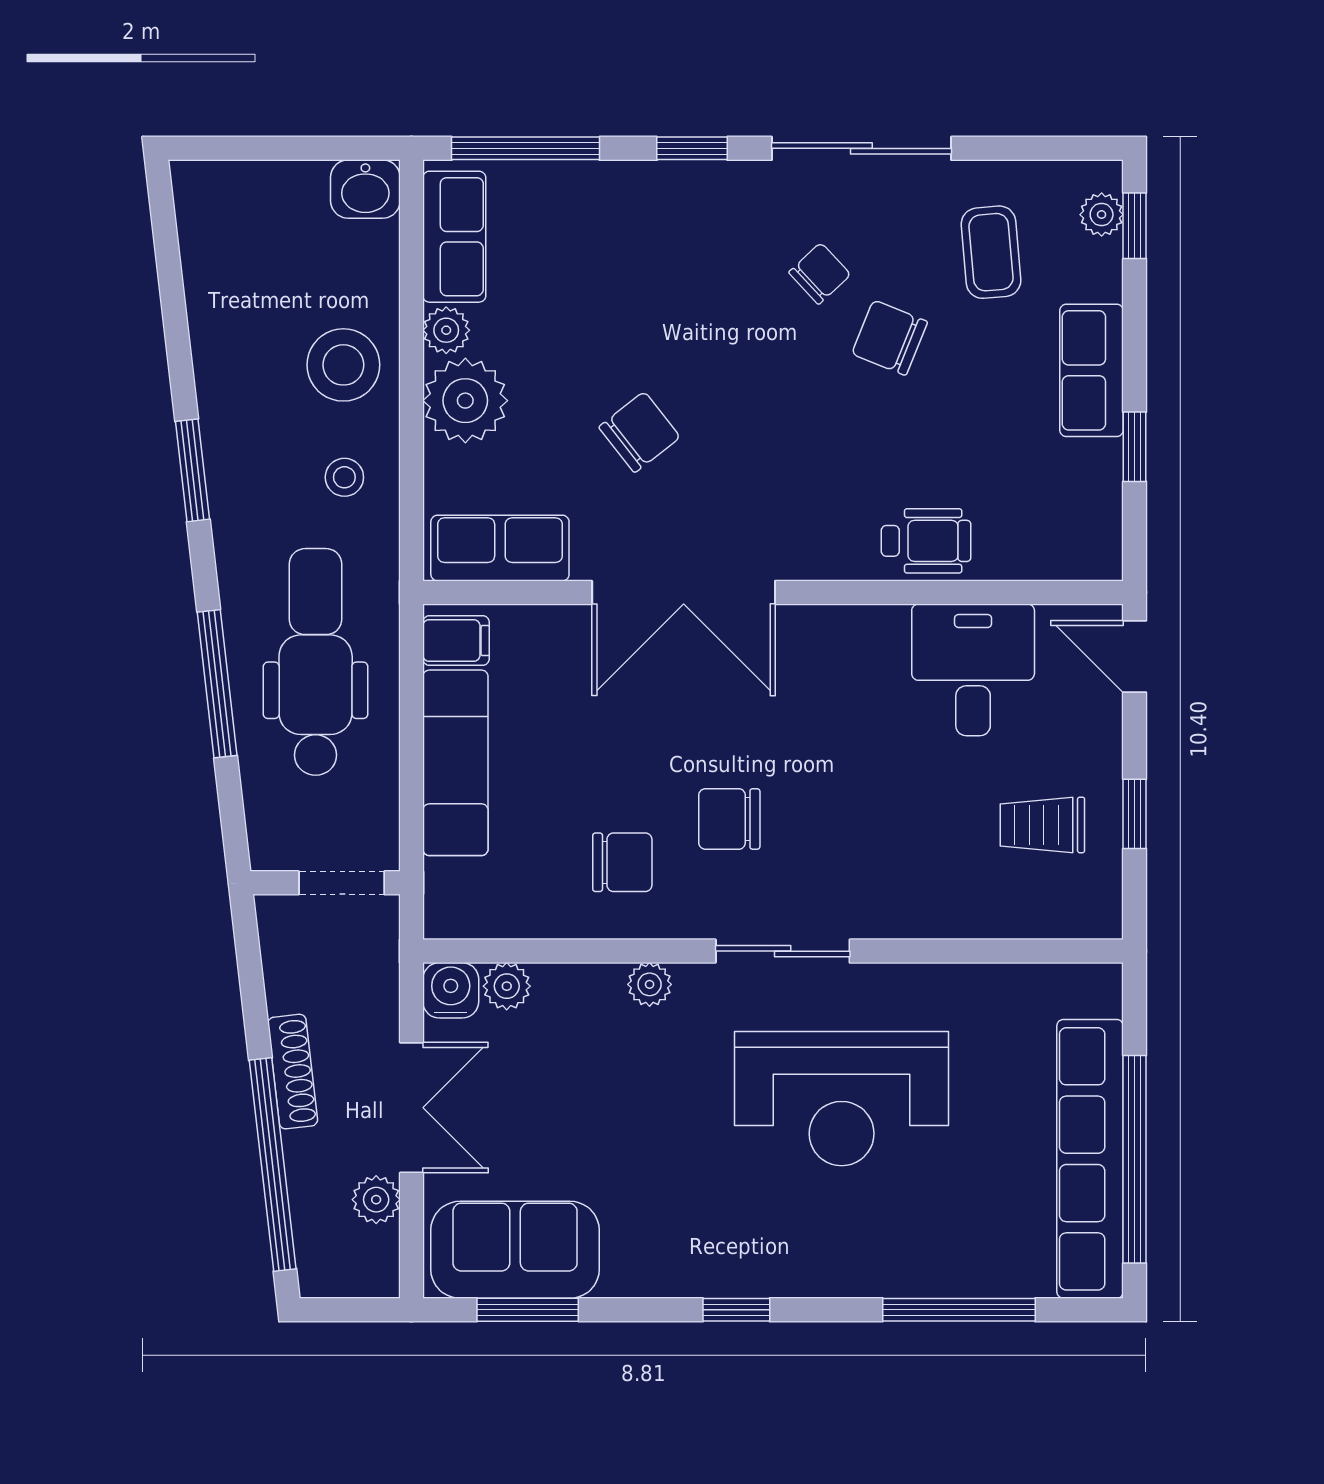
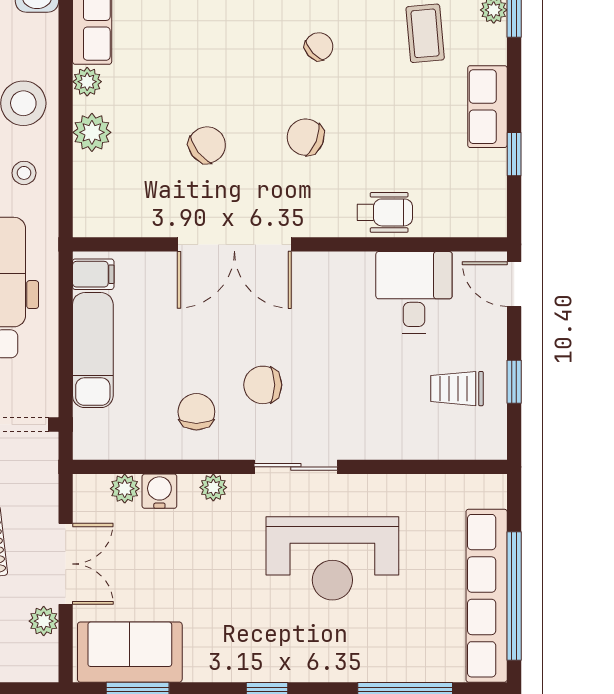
chair: (890, 338) -> (306, 137), moved
plant: (465, 401) -> (92, 132), width x0.73, depth x0.73
row of seats: (500, 548) -> (120, 217), removed
chair: (622, 862) -> (196, 412), turned -90
water cooler: (451, 990) -> (159, 491), moved

